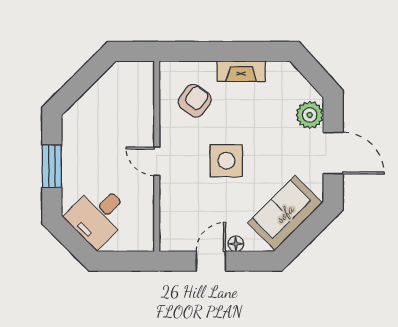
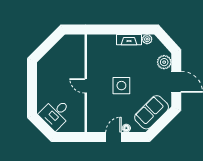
plant: (277, 70) -> (147, 39), added
armchair: (195, 101) -> (105, 55), removed
window: (52, 166) -> (32, 88), removed

